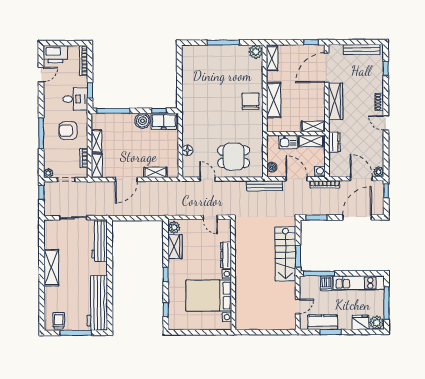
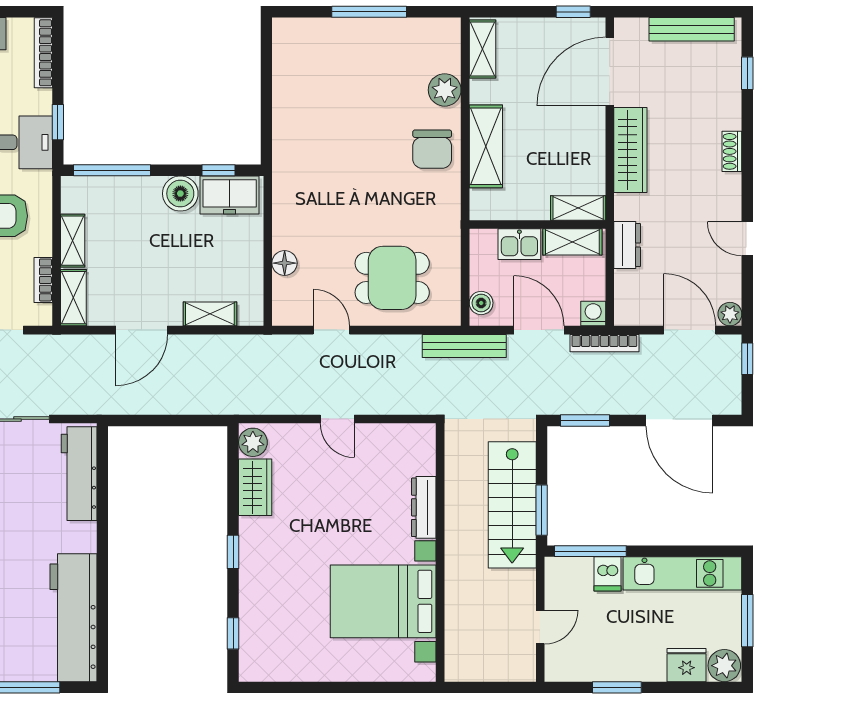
plant: (256, 52) -> (445, 90), moved
chair: (251, 101) -> (432, 149), turned 180
door: (386, 123) -> (747, 239), moved
door: (357, 217) -> (679, 420), swing flipped
dresser: (226, 255) -> (424, 507), moved
wall: (233, 274) -> (440, 552), moved
bed with nightstands: (209, 296) -> (383, 601), moved
window: (386, 303) -> (747, 621), width x0.69
kitchen counter: (323, 322) -> (598, 664), removed

